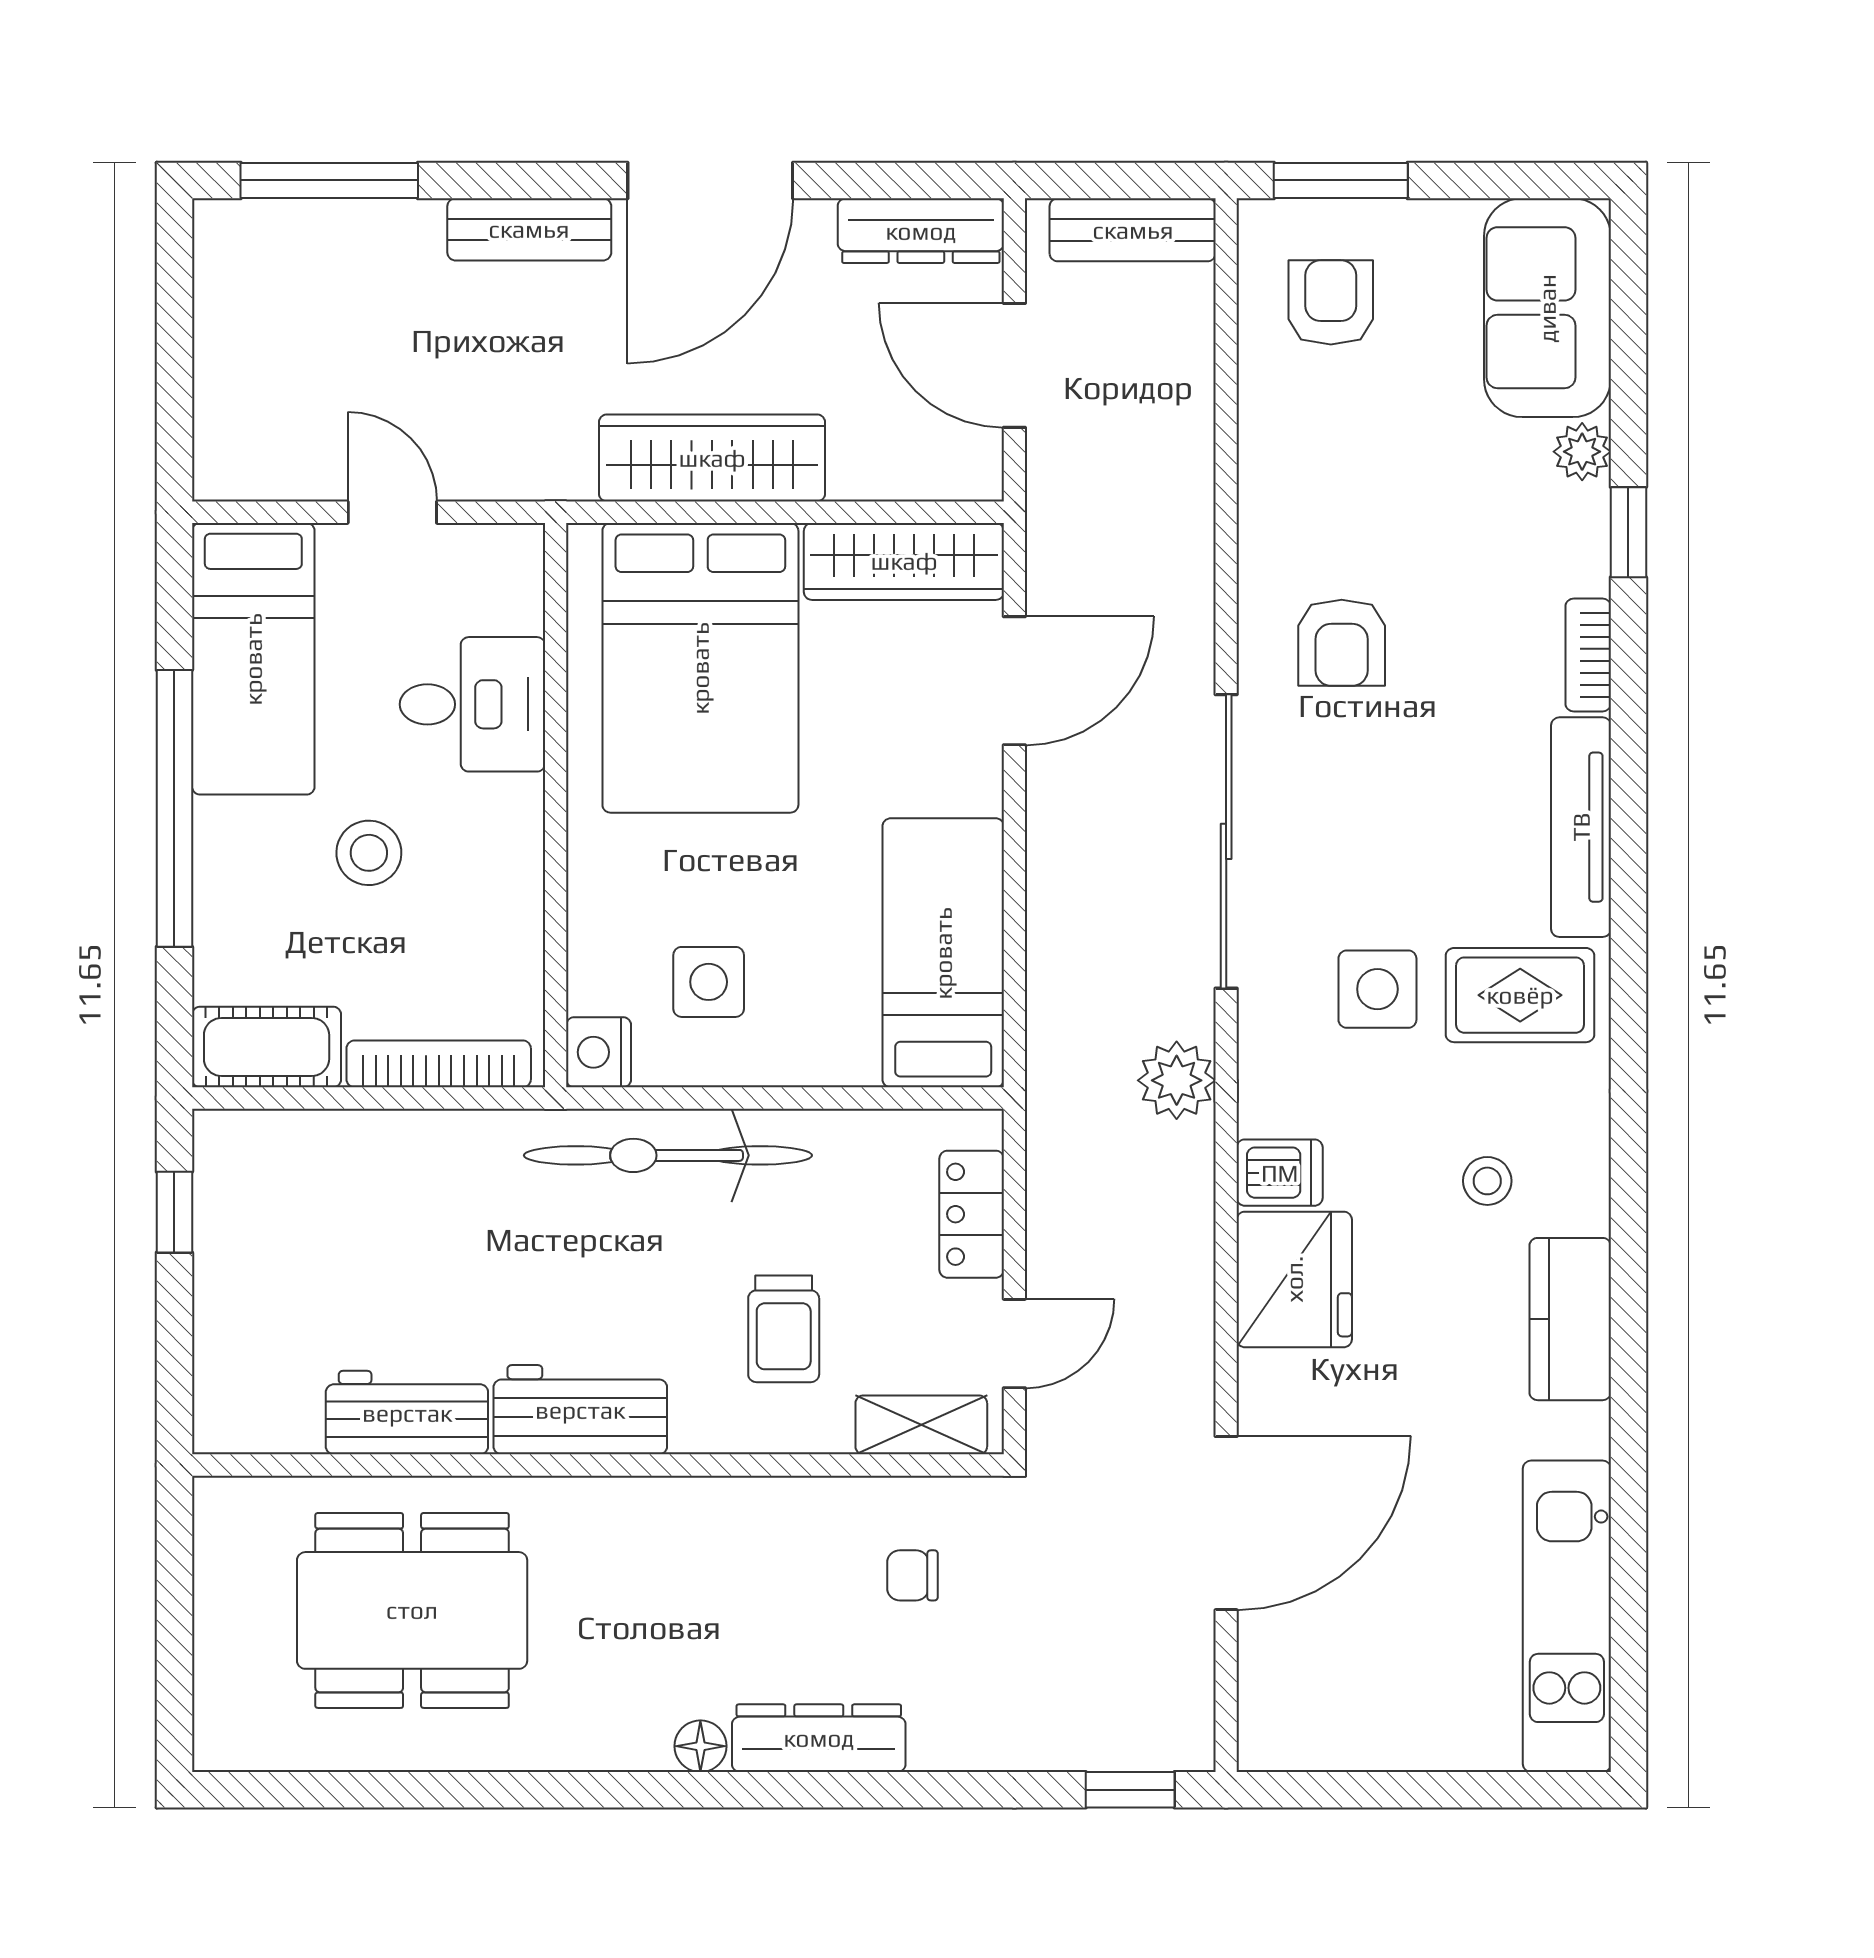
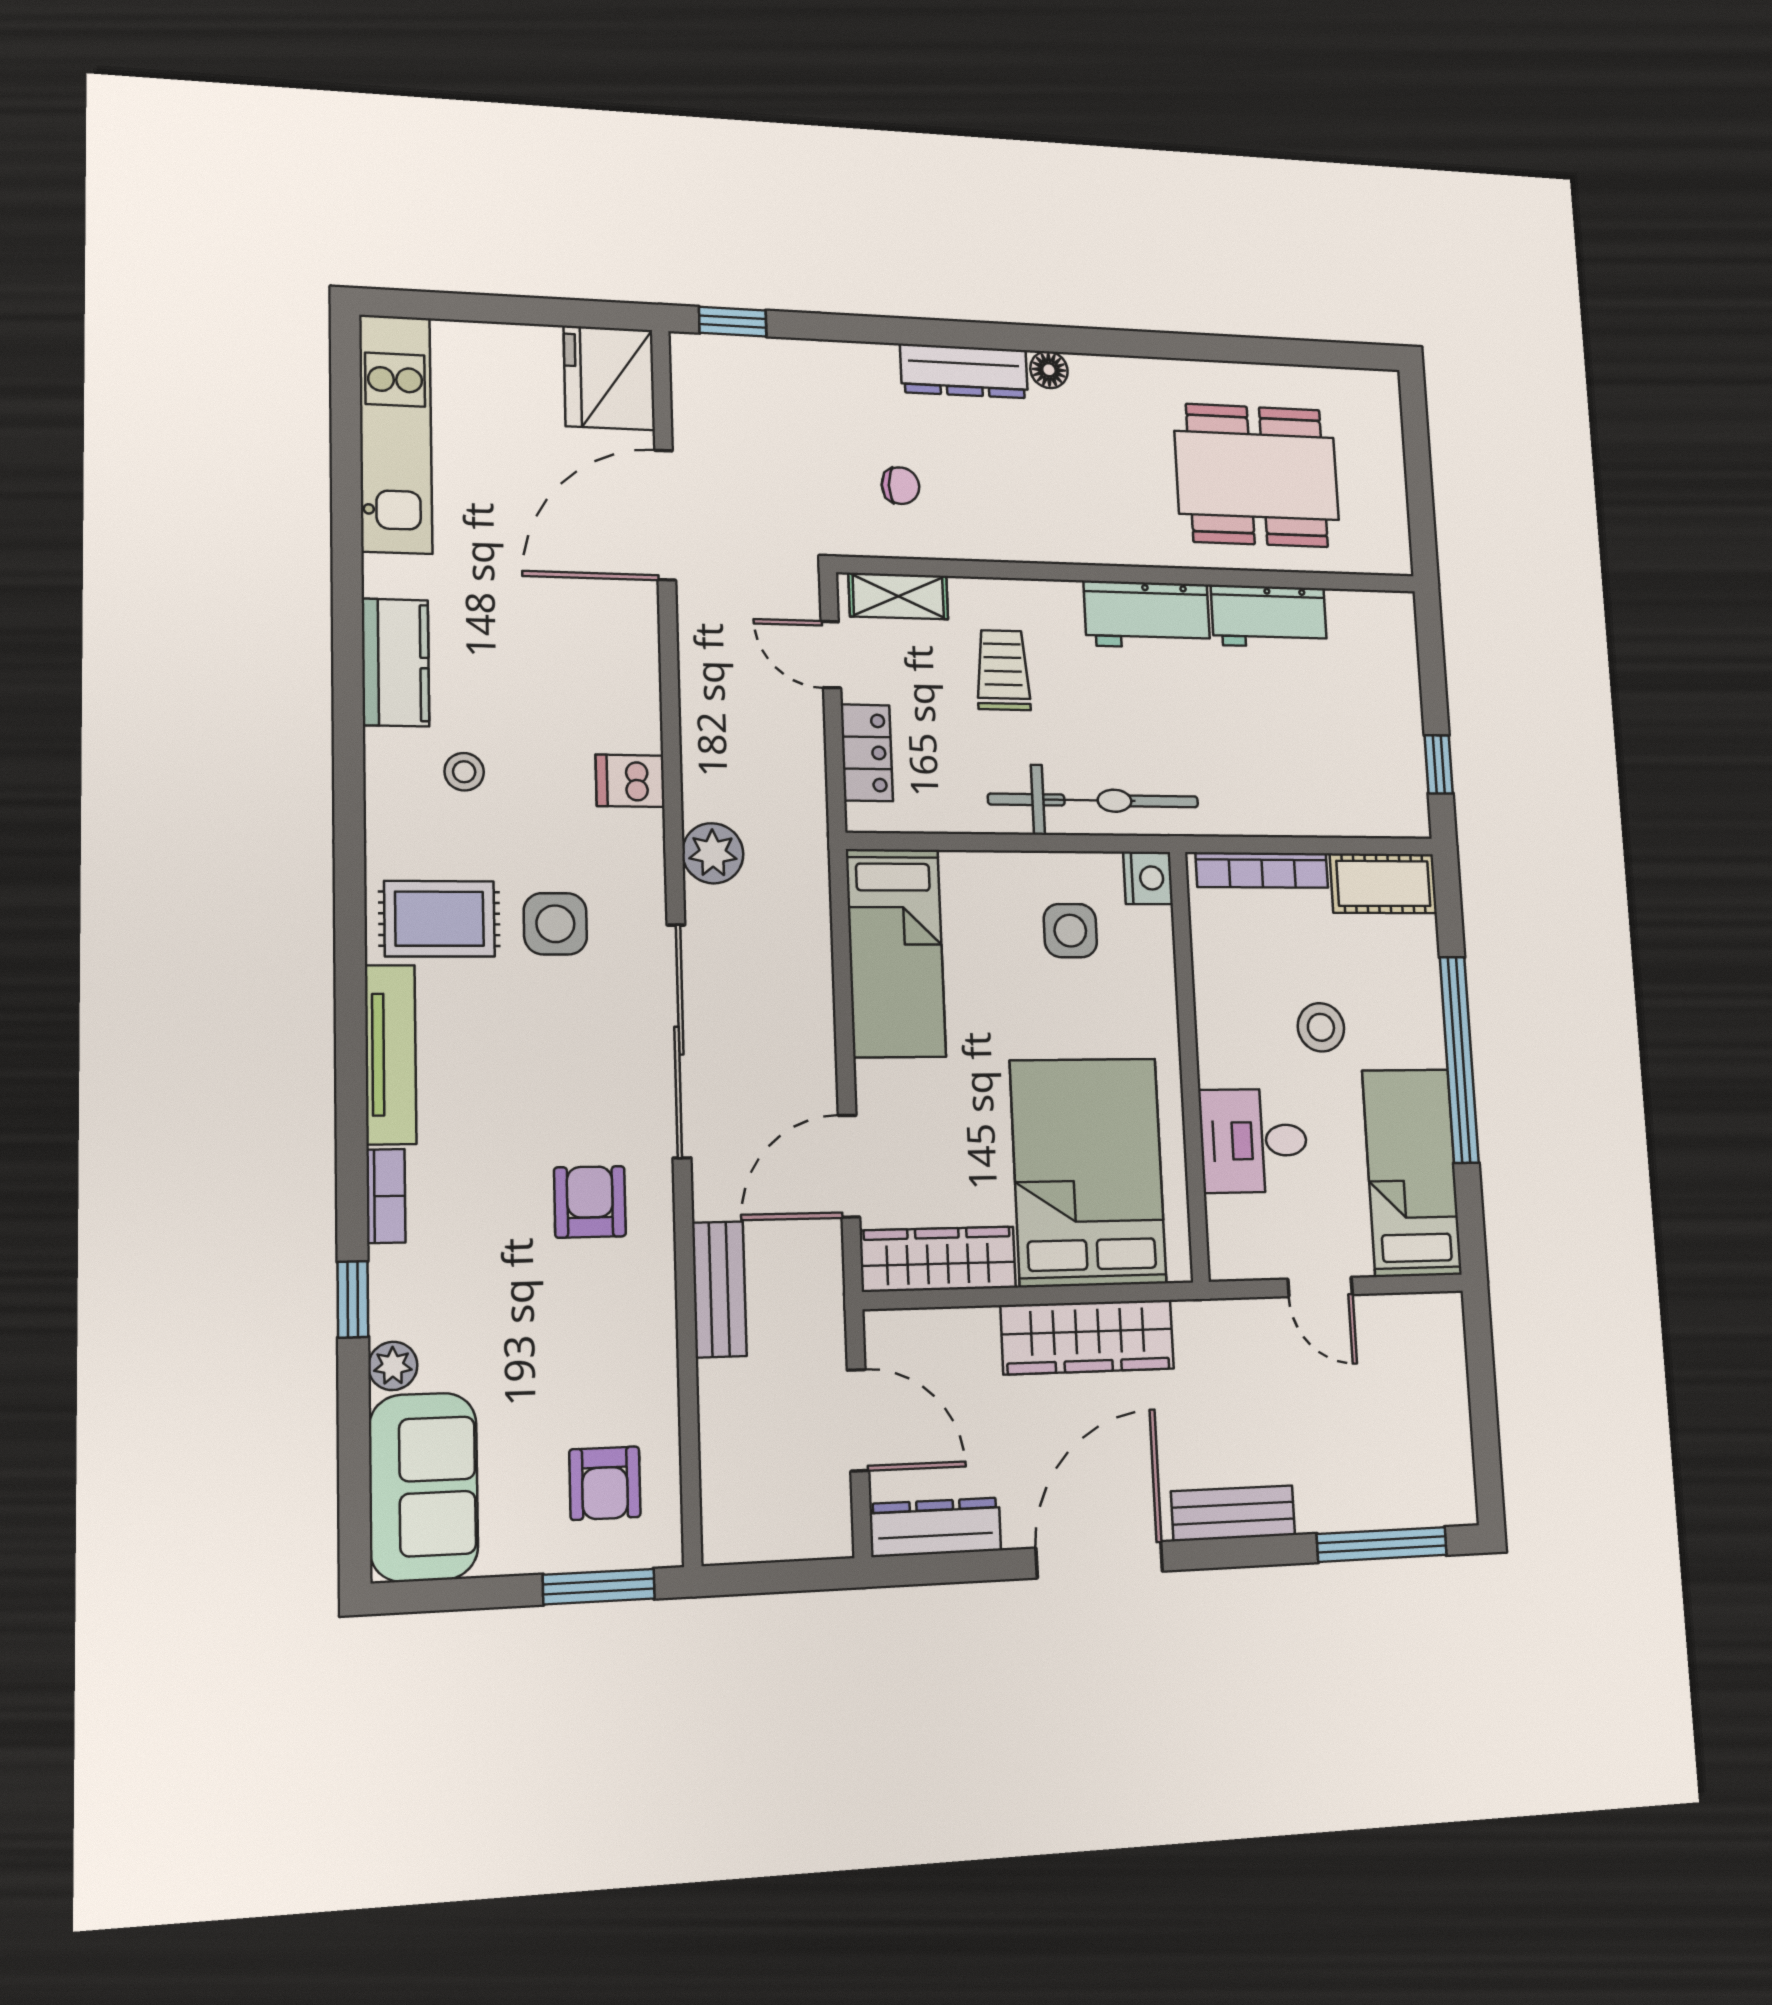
bench: (1133, 230) -> (719, 1289), moved, turned 90
fridge: (1294, 1279) -> (609, 378), moved
door: (1014, 1344) -> (831, 655), hinge flipped

